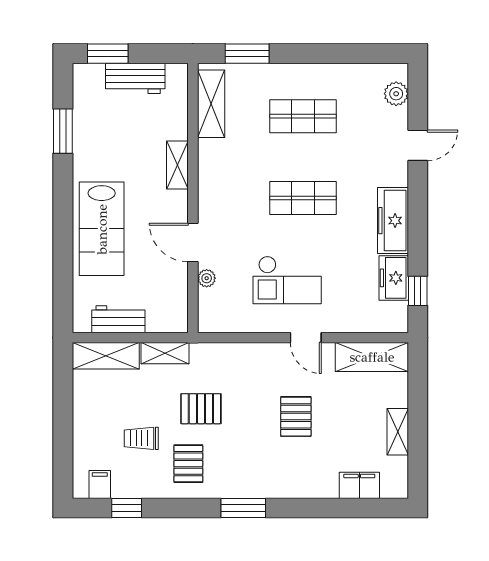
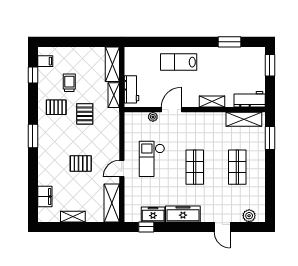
workbench: (135, 78) -> (250, 99), moved, turned 90
lab bench: (102, 229) -> (179, 62), width x0.73, depth x0.72
workbench: (118, 319) -> (131, 89), moved

